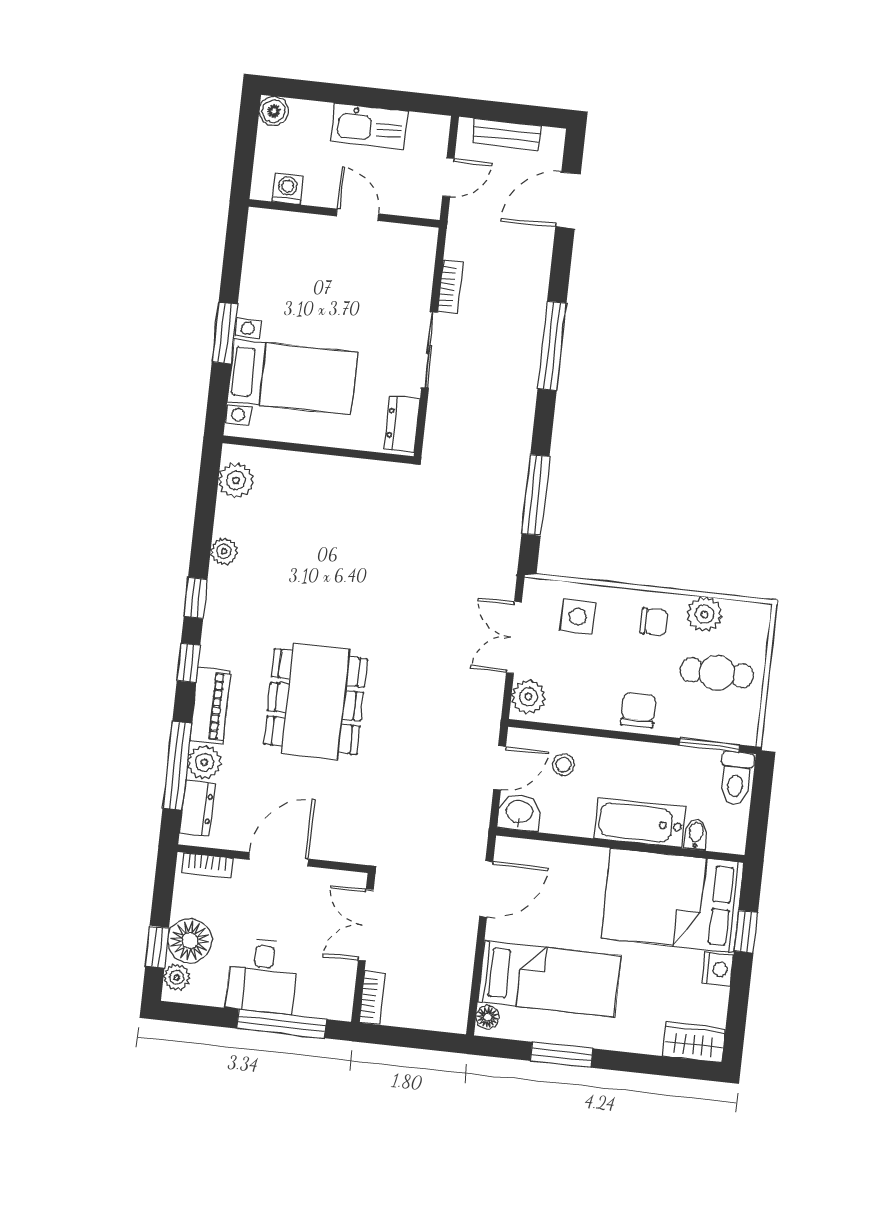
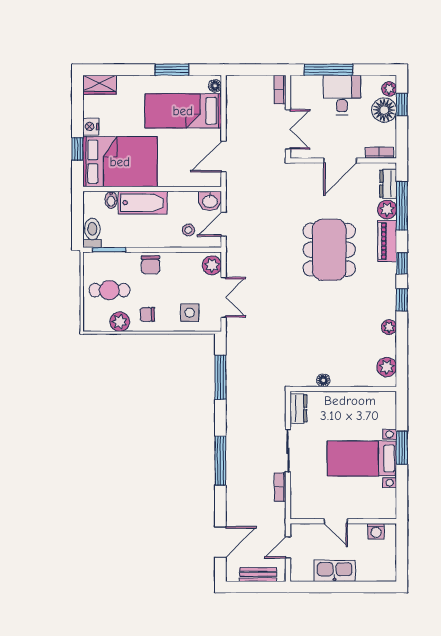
boiler: (274, 111) -> (388, 573), removed
bed with nightstands: (292, 377) -> (362, 459), moved
floor lamp: (352, 469) -> (323, 380), added

